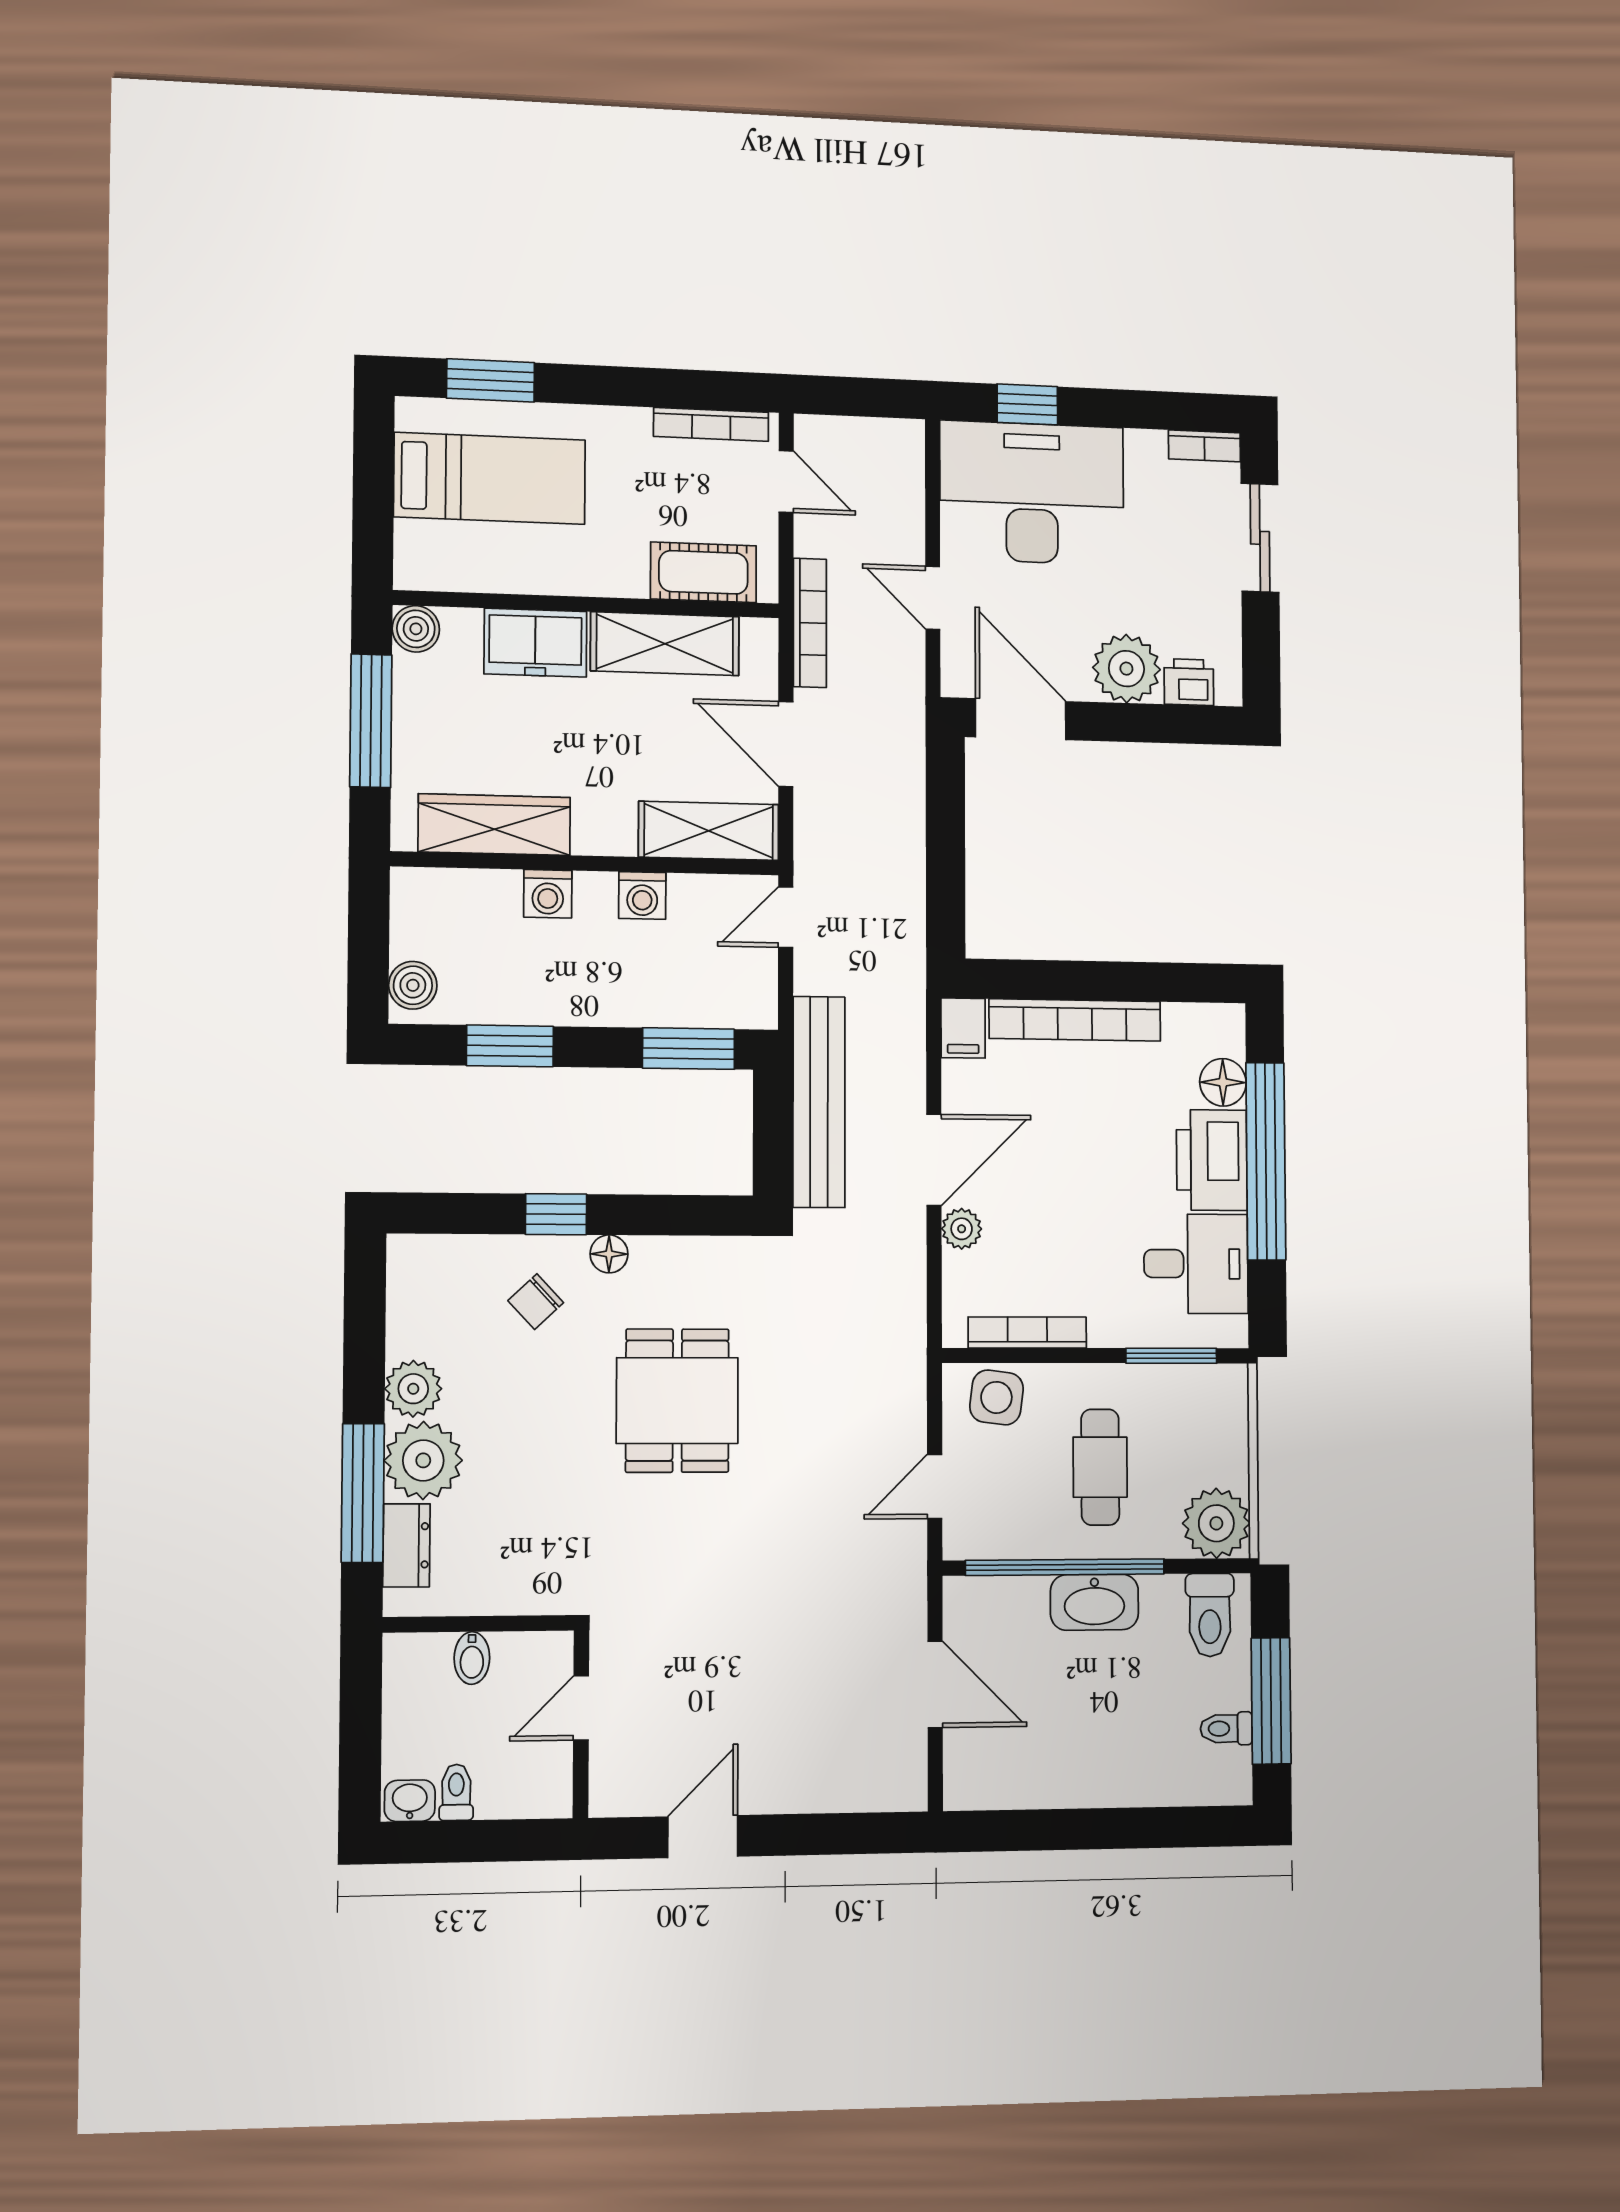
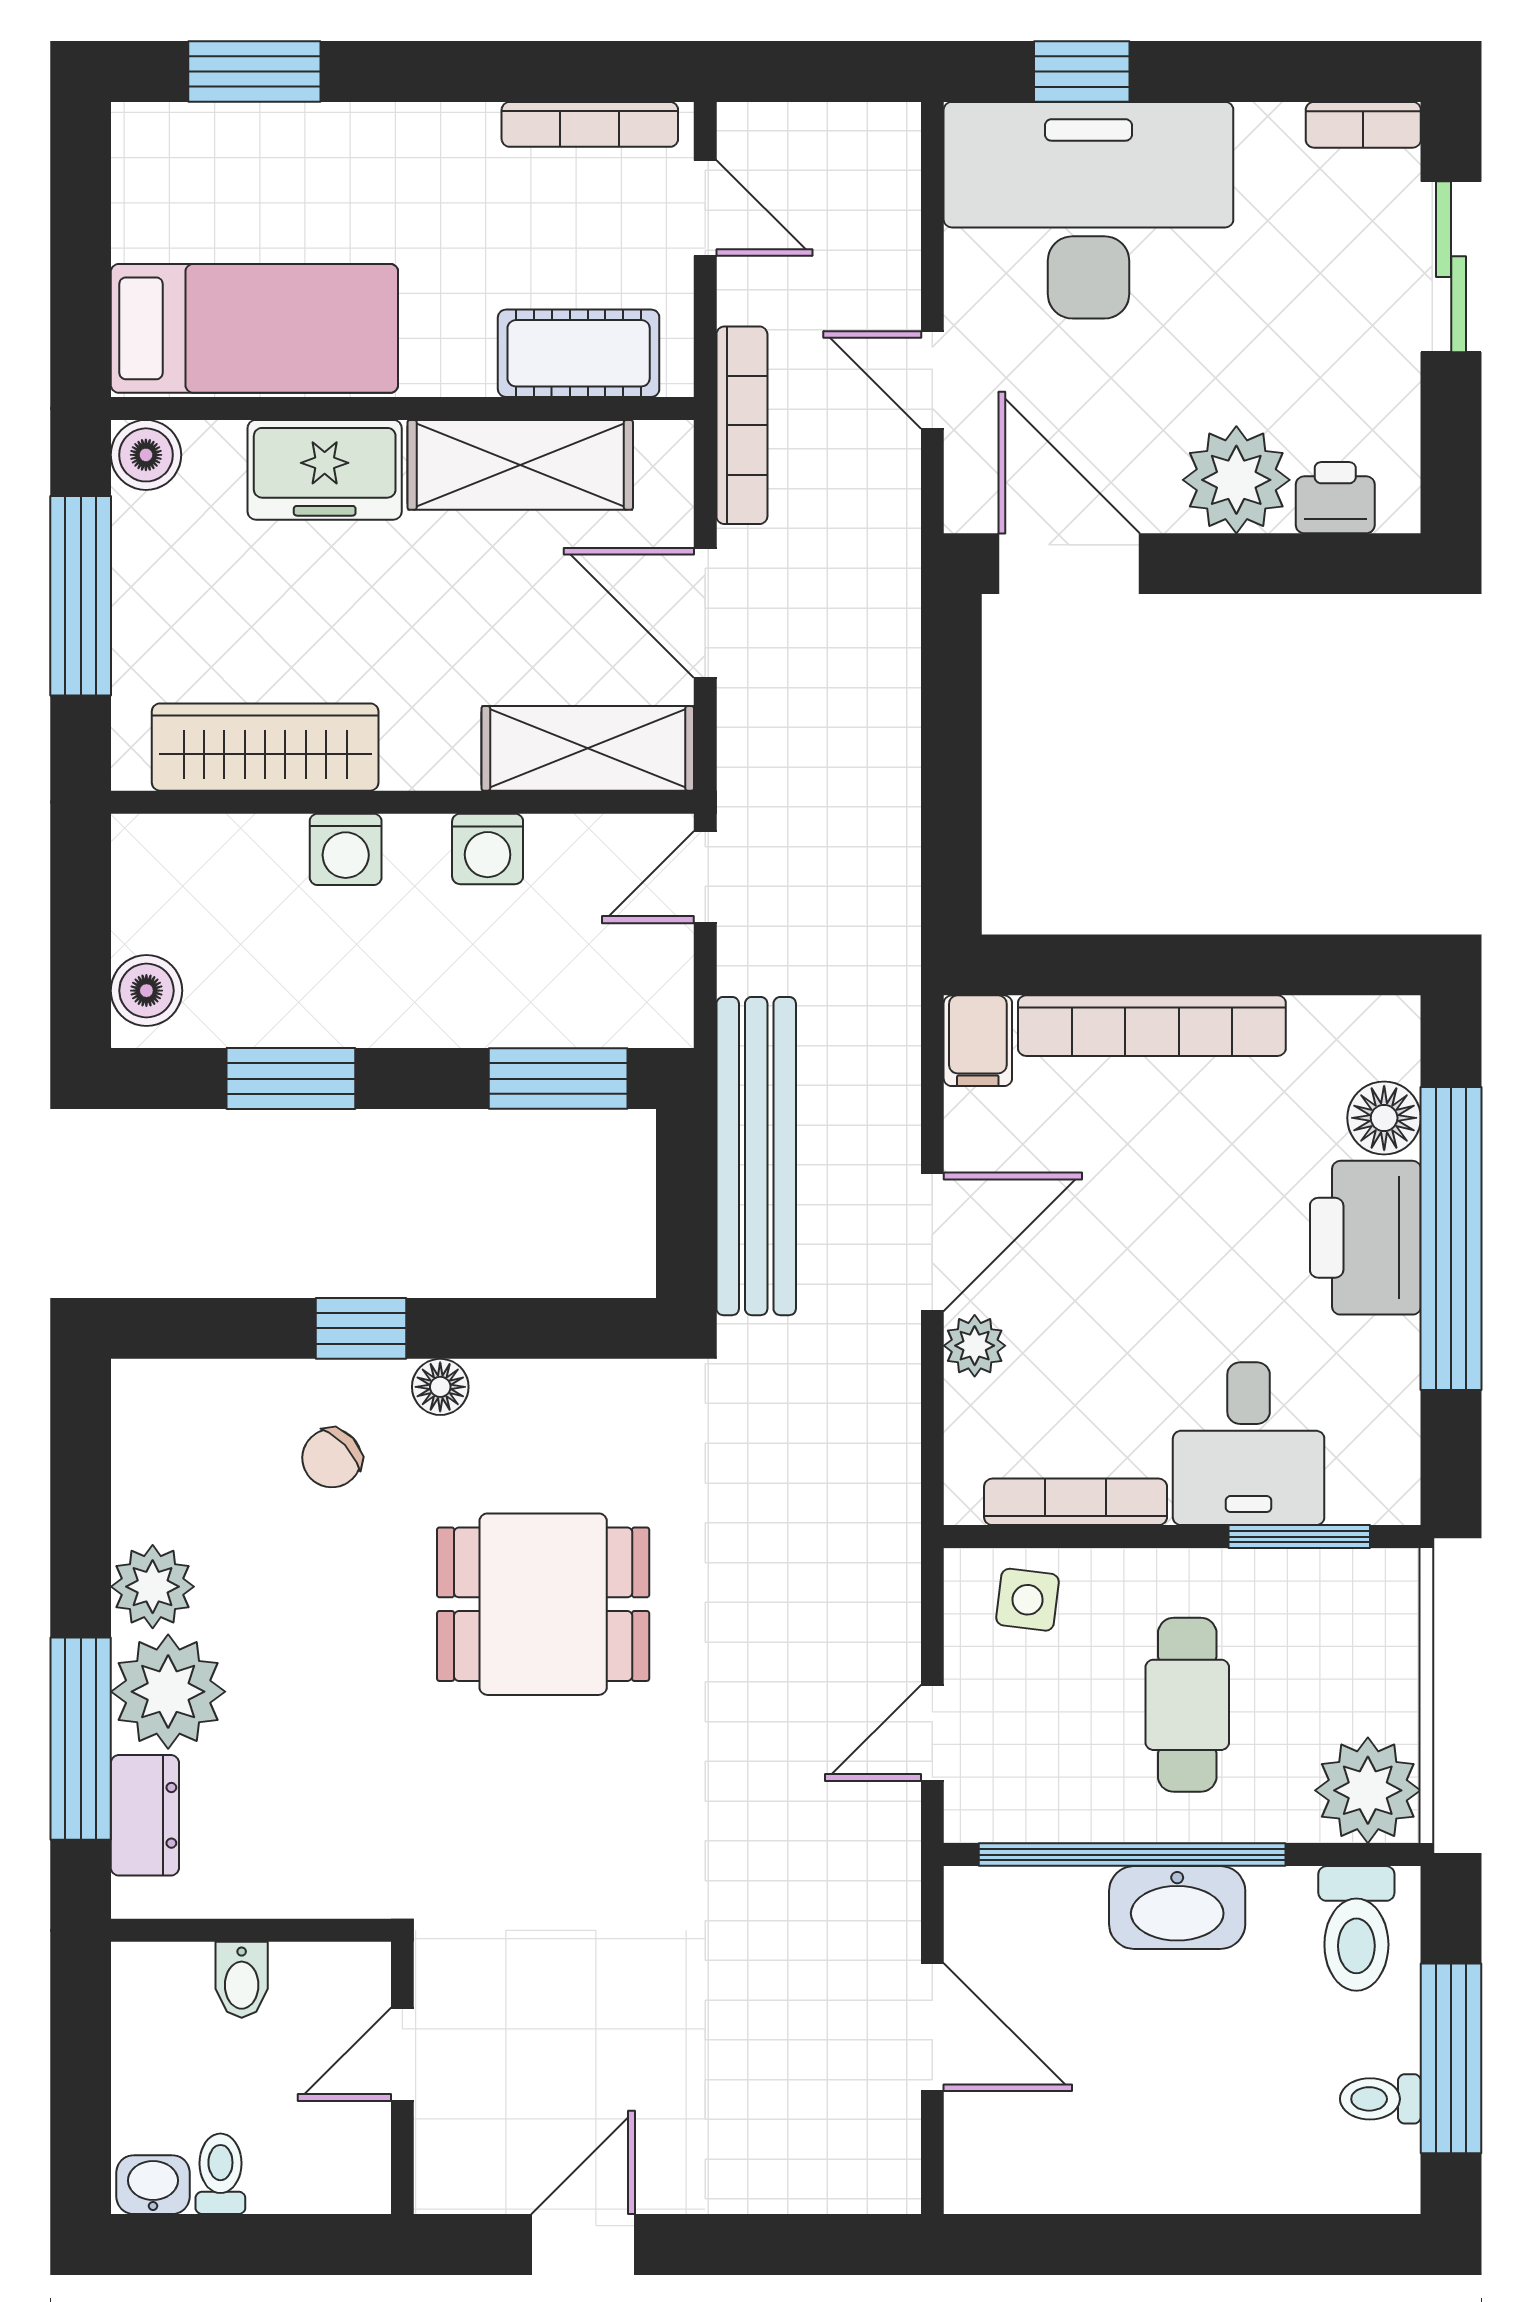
bed: (490, 478) -> (254, 328), moved
desk: (1196, 1264) -> (1249, 1444), moved, turned 90
side table: (996, 1397) -> (1028, 1600), width x0.73, depth x0.73
dining table: (677, 1401) -> (543, 1604), turned 90

